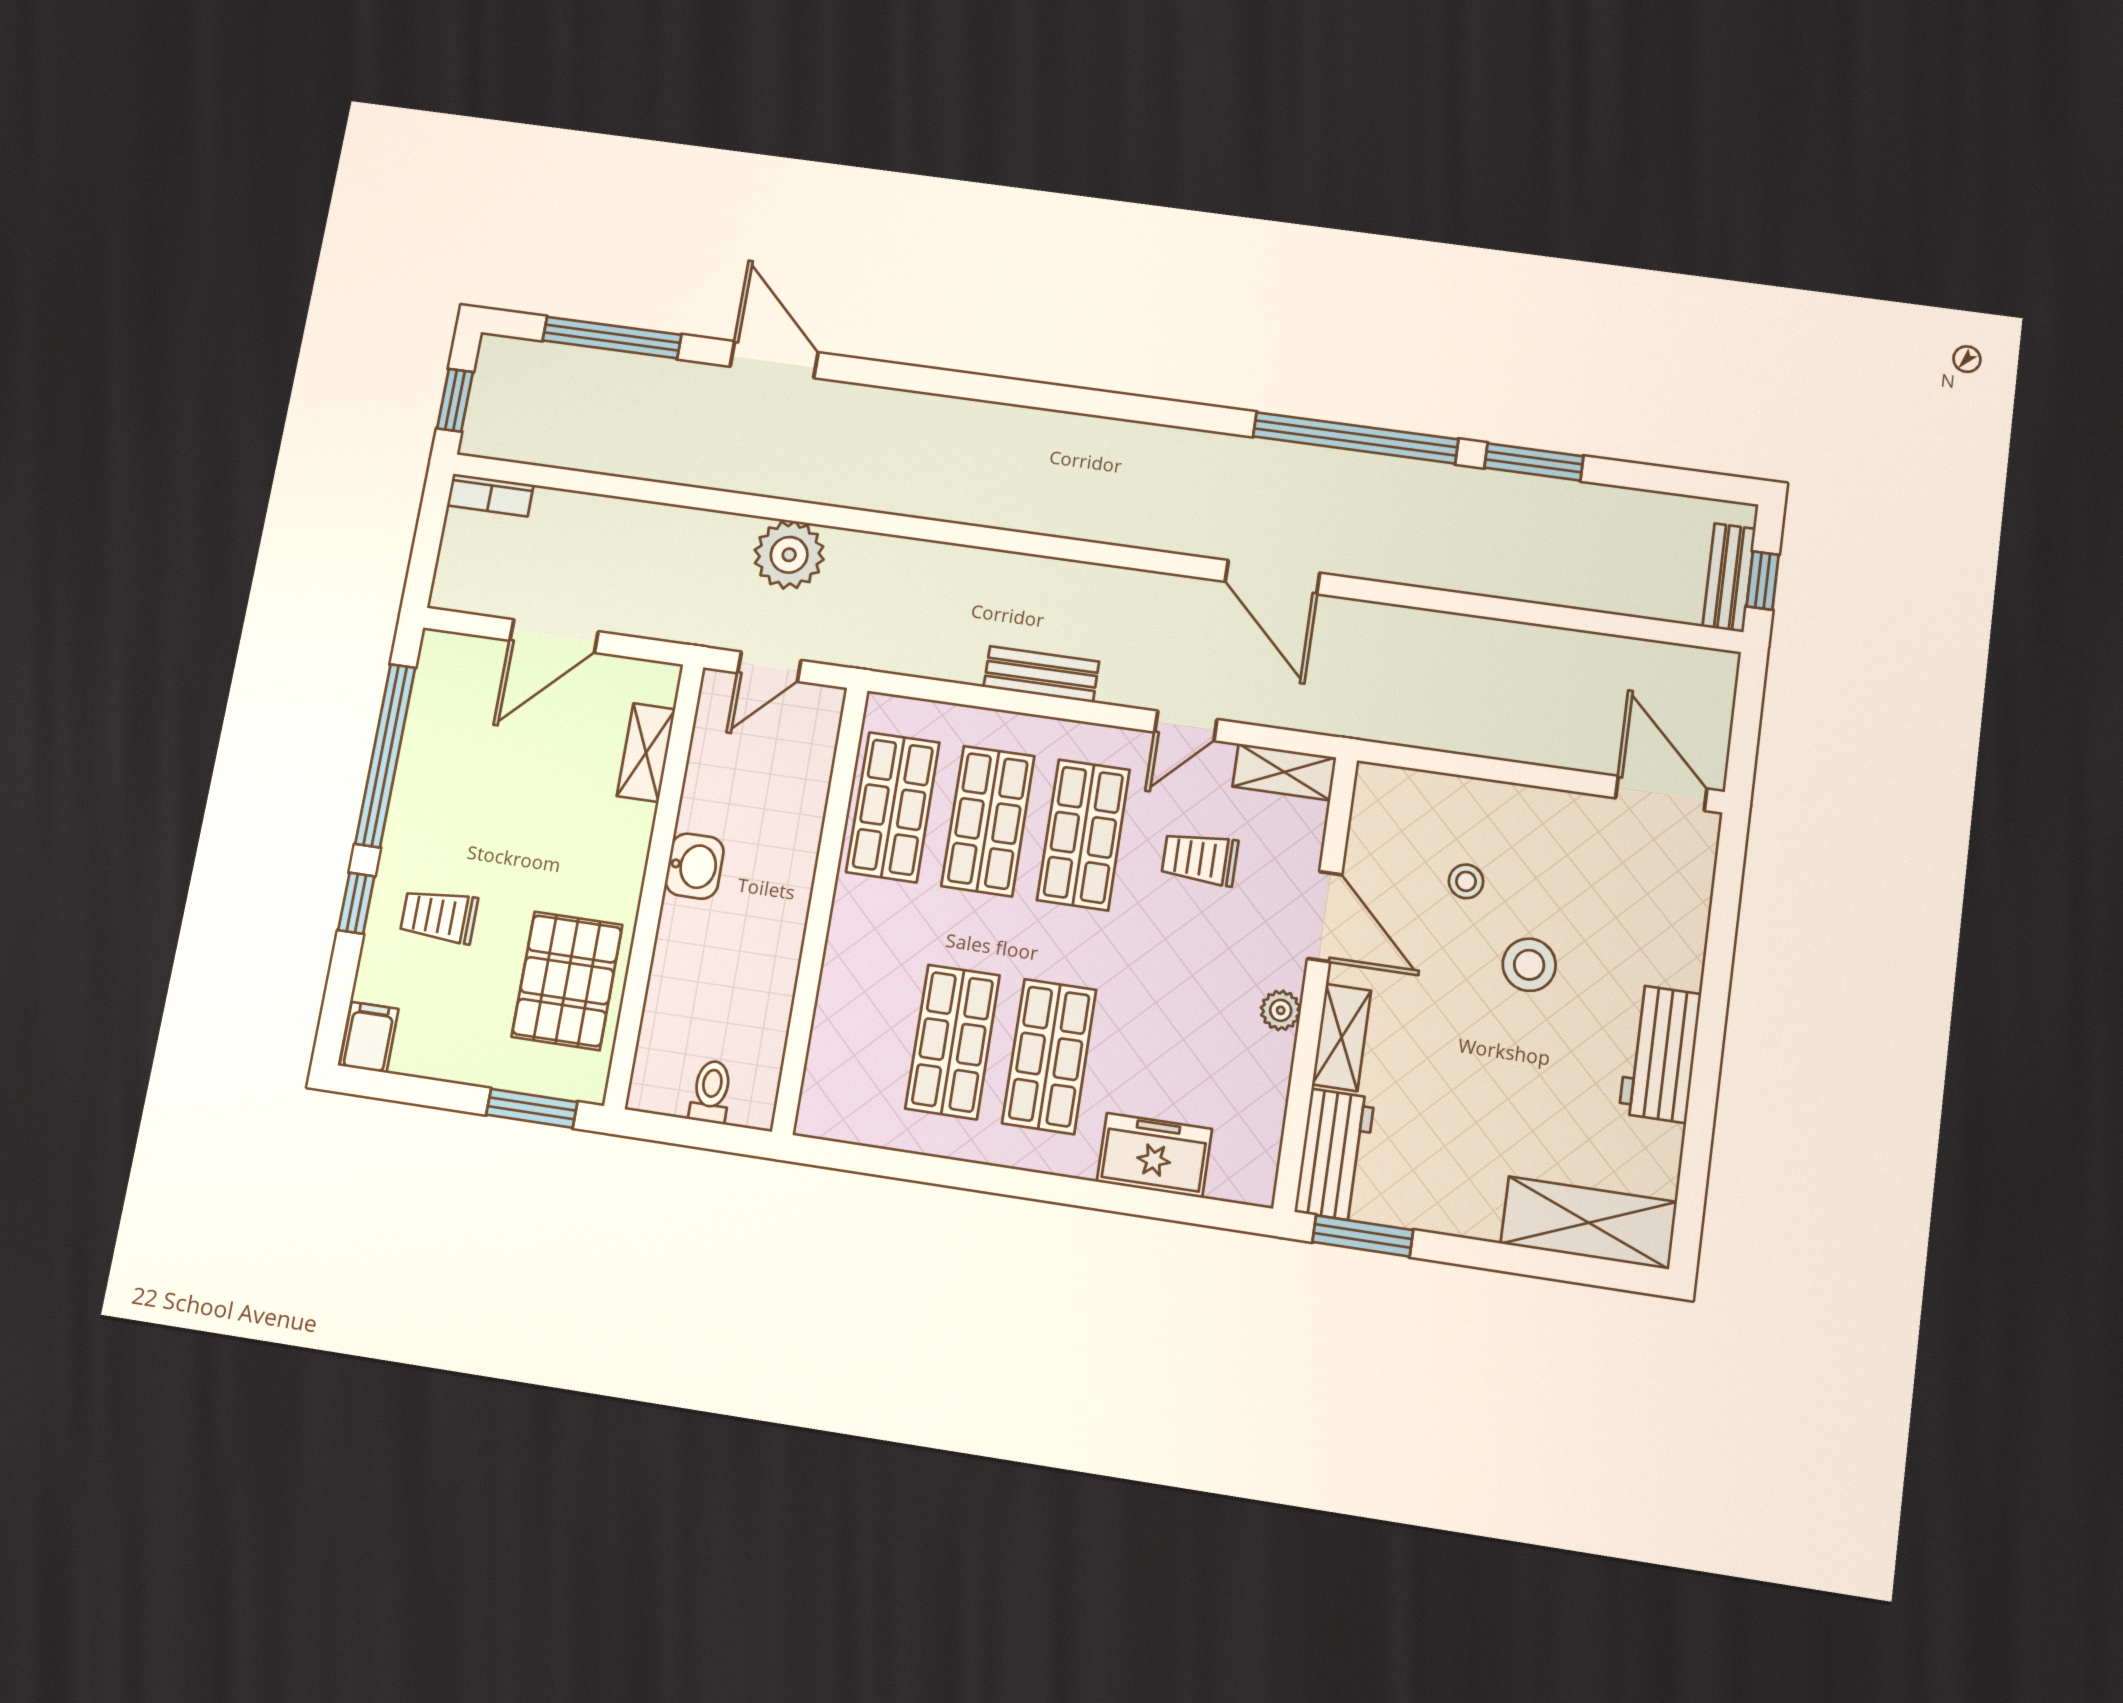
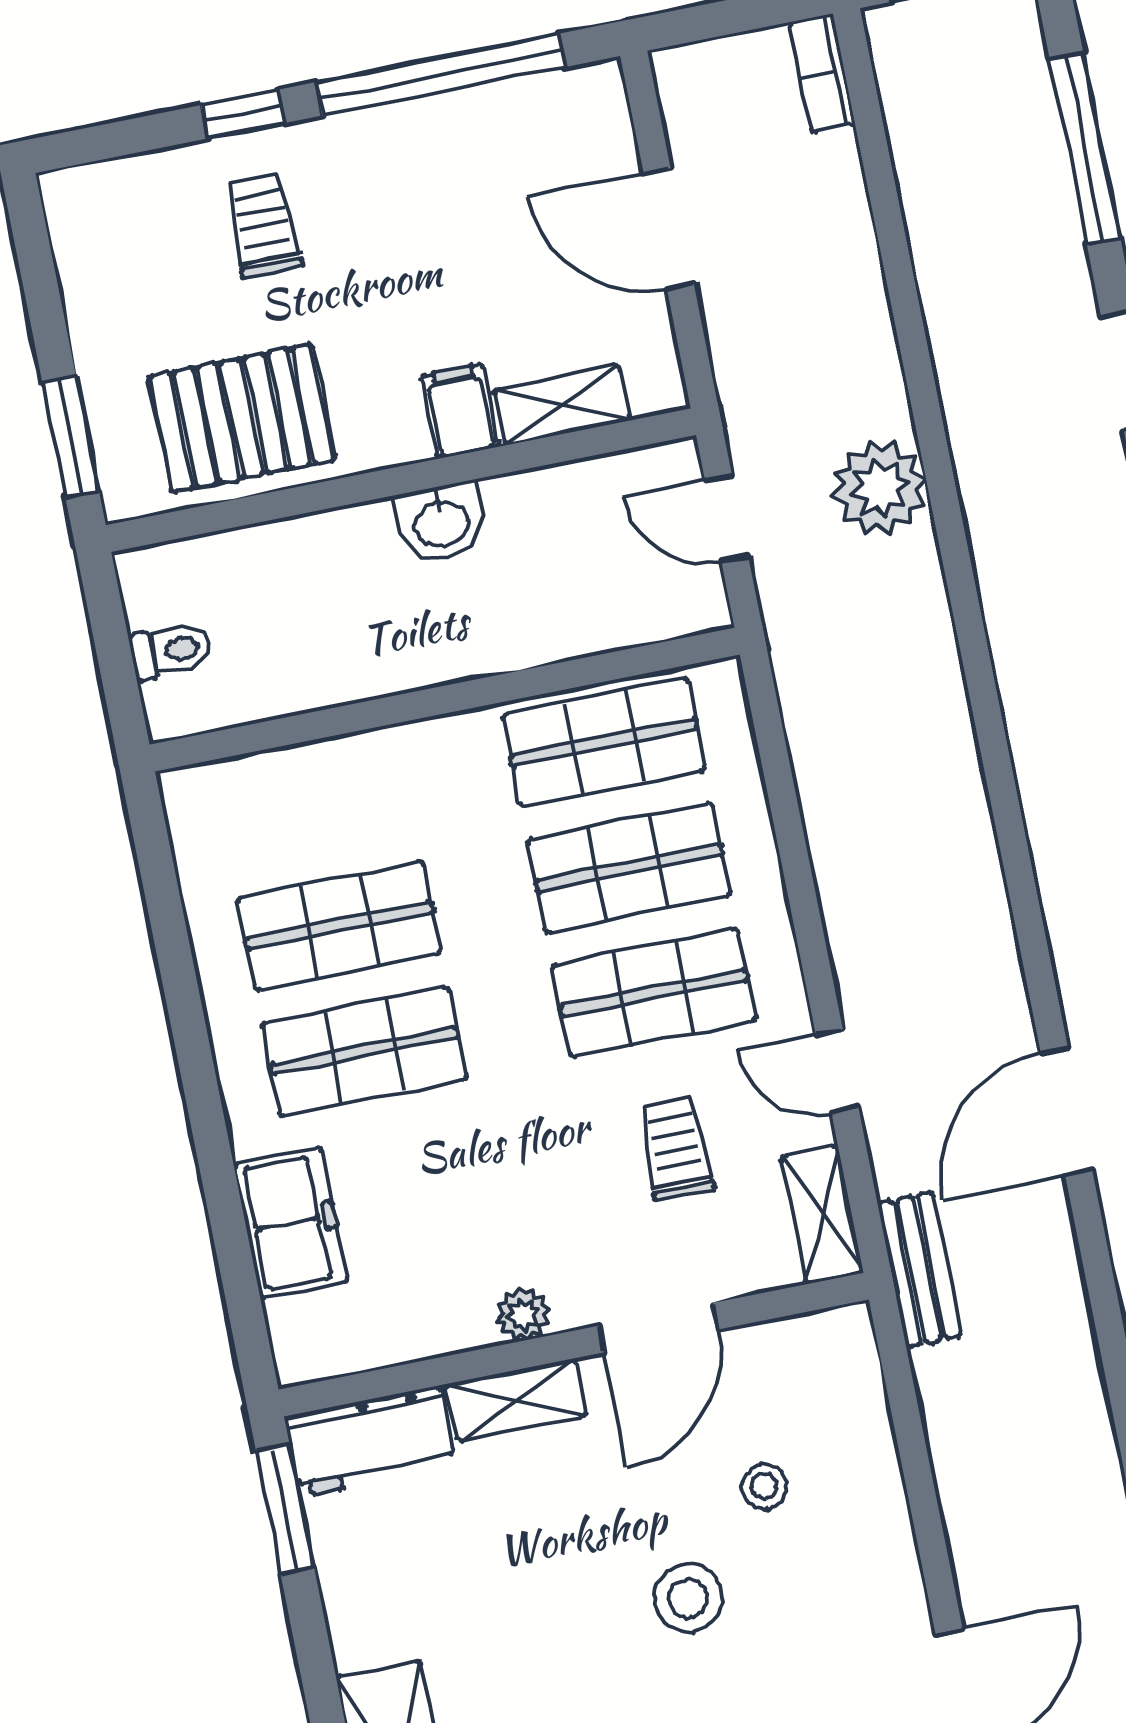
bench: (1041, 674) -> (919, 1270), moved
filing cabinet: (369, 1037) -> (460, 411), moved, turned -90

